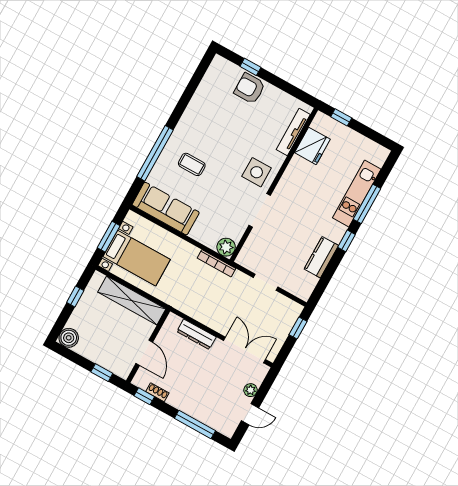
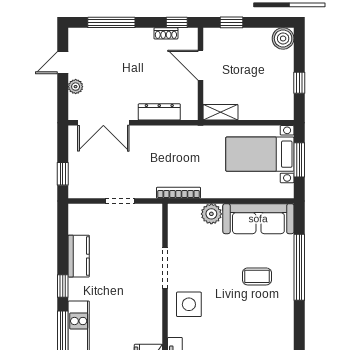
plant: (226, 247) -> (211, 214), moved
shelving: (132, 301) -> (221, 112), width x0.45, depth x0.75

